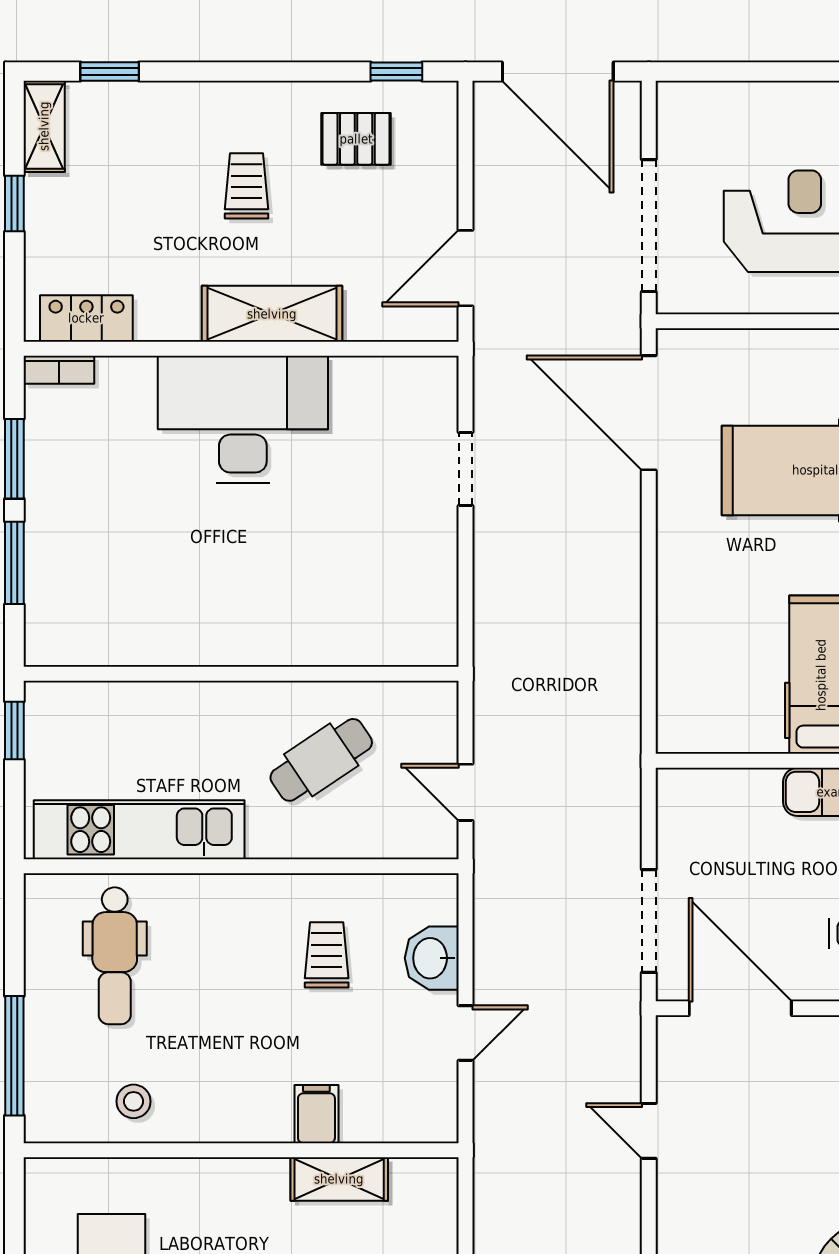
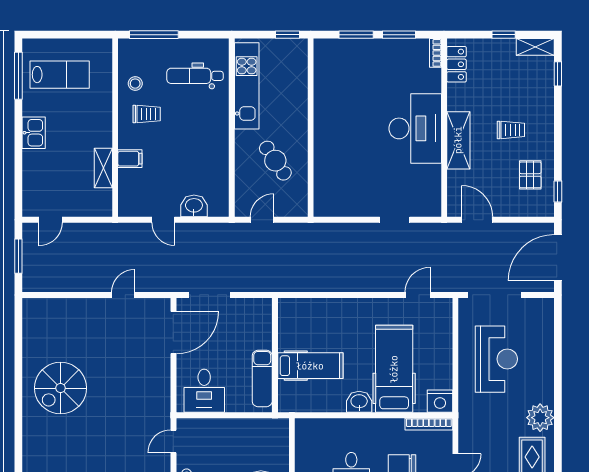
door: (649, 413) -> (418, 295), width x0.53
trolley: (327, 955) -> (147, 114), moved

